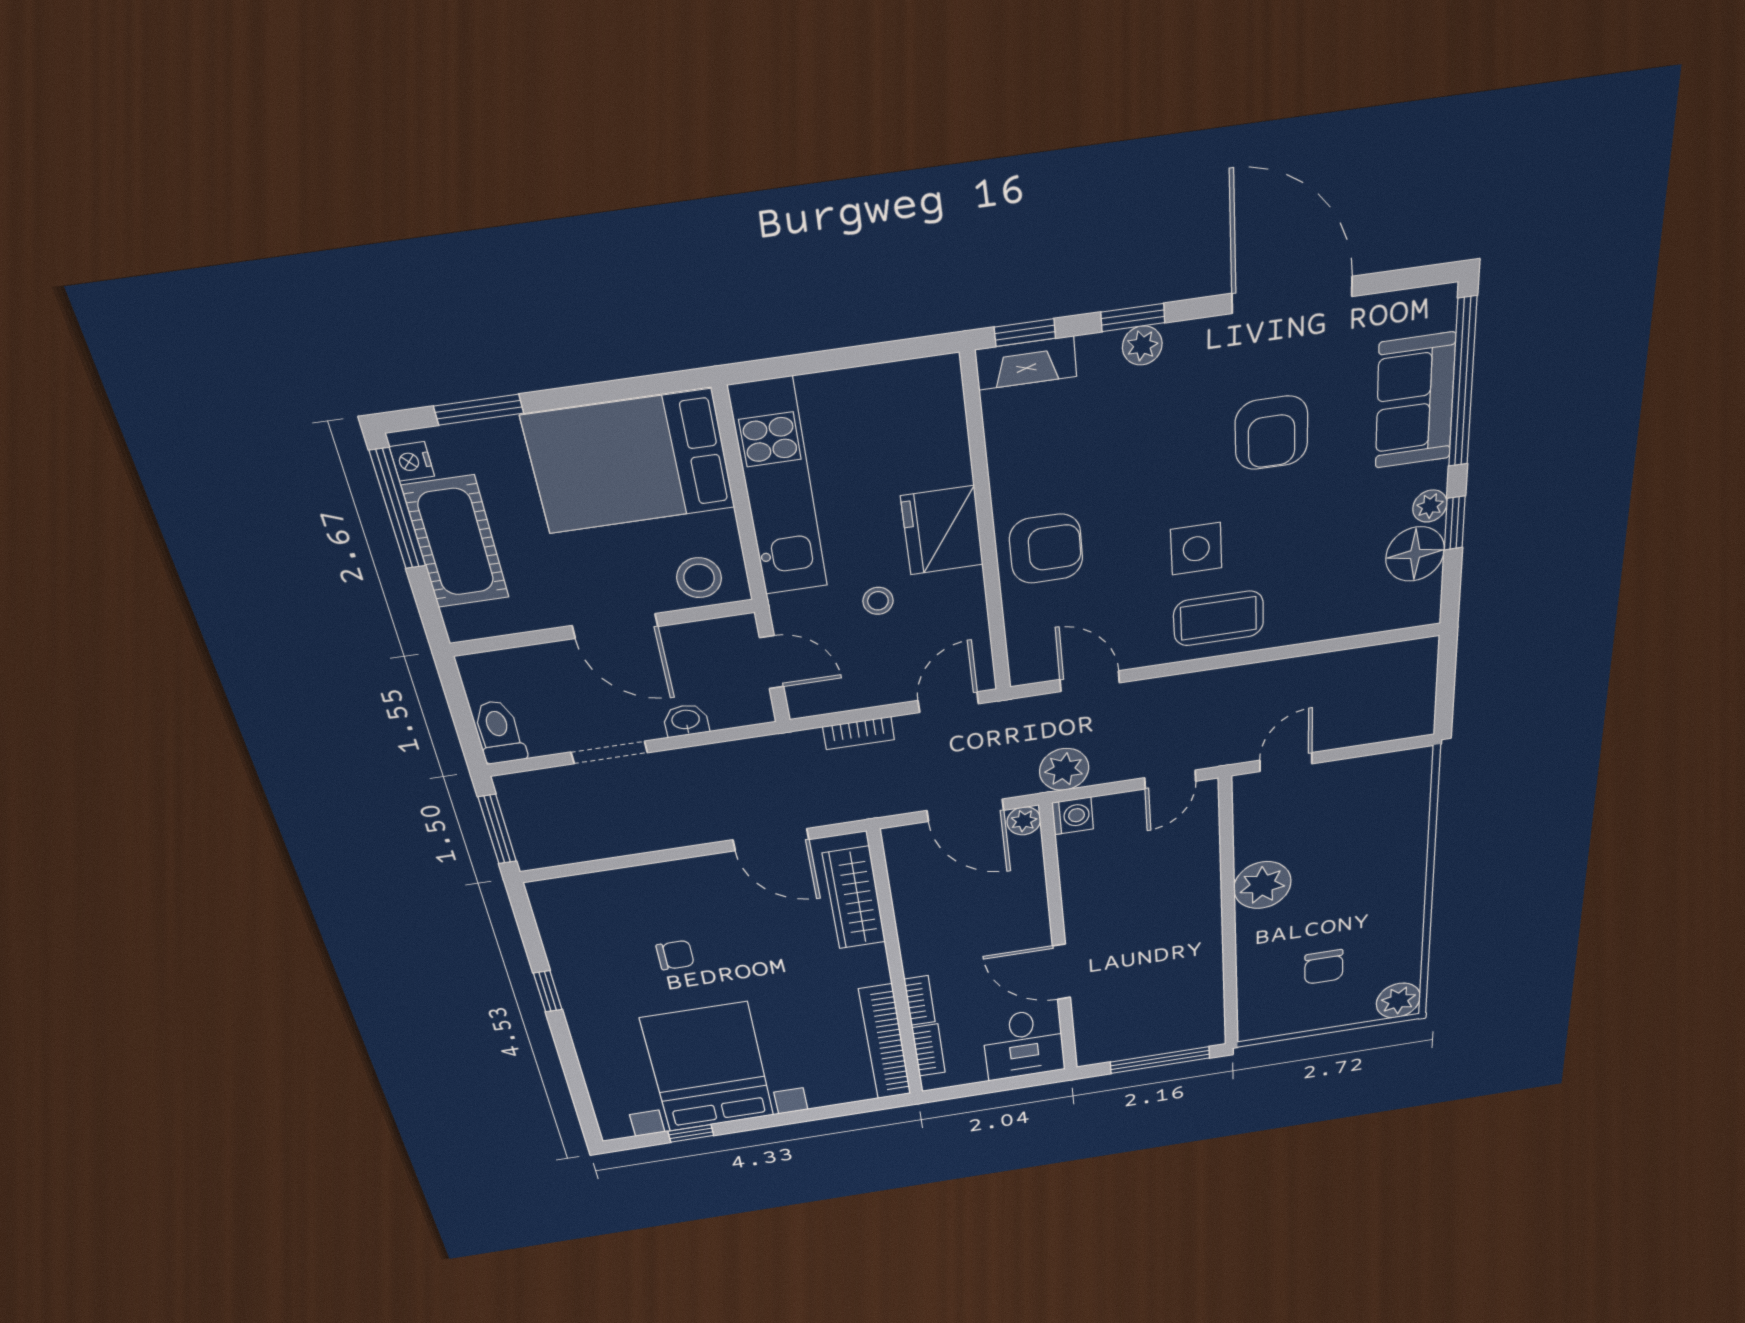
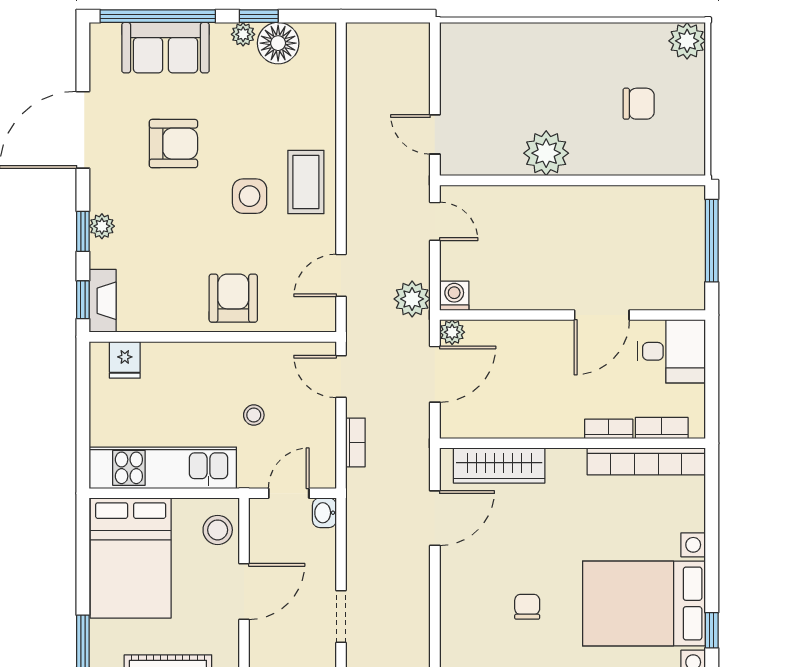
fridge: (942, 530) -> (125, 360), moved, width x0.53, depth x0.75
washbasin: (686, 720) -> (324, 513), moved

